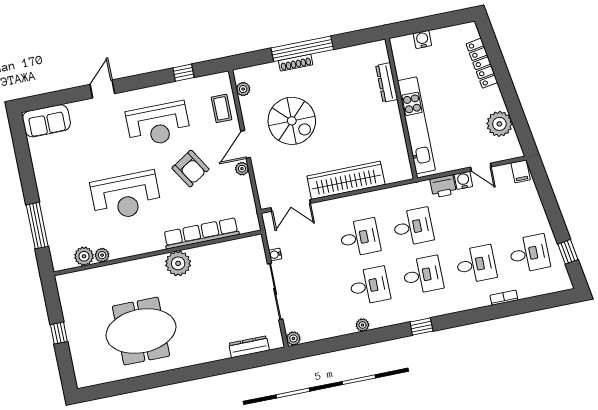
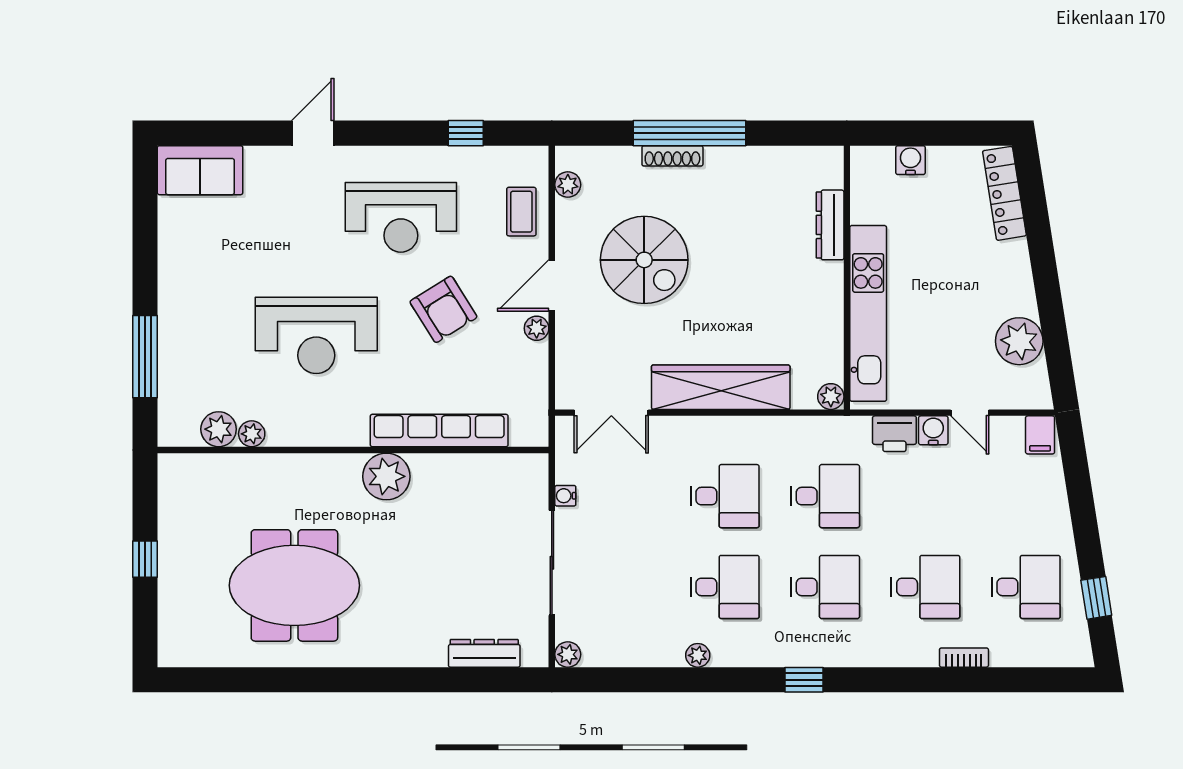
locker: (482, 63) -> (1004, 193), moved
plant: (405, 173) -> (831, 397), added

